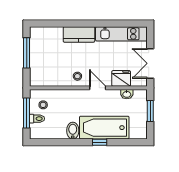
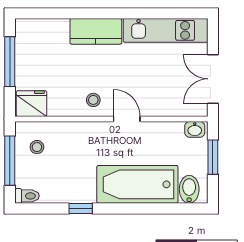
fridge: (121, 78) -> (31, 104), moved
washbasin: (127, 94) -> (195, 129), moved
toilet: (37, 119) -> (27, 196), moved
bidet: (73, 131) -> (189, 189), moved
window: (100, 142) -> (81, 208), moved

